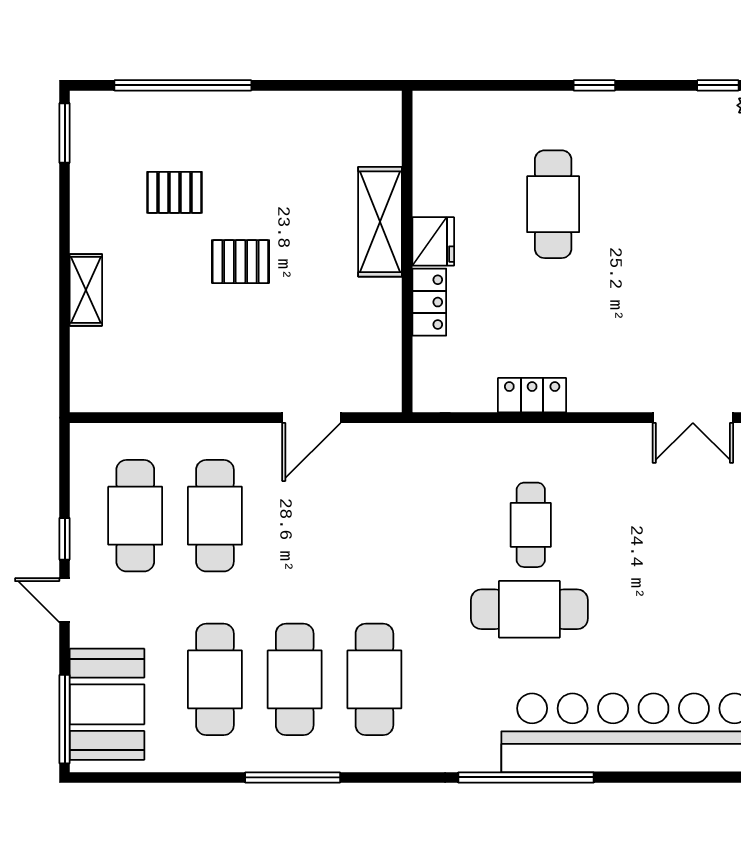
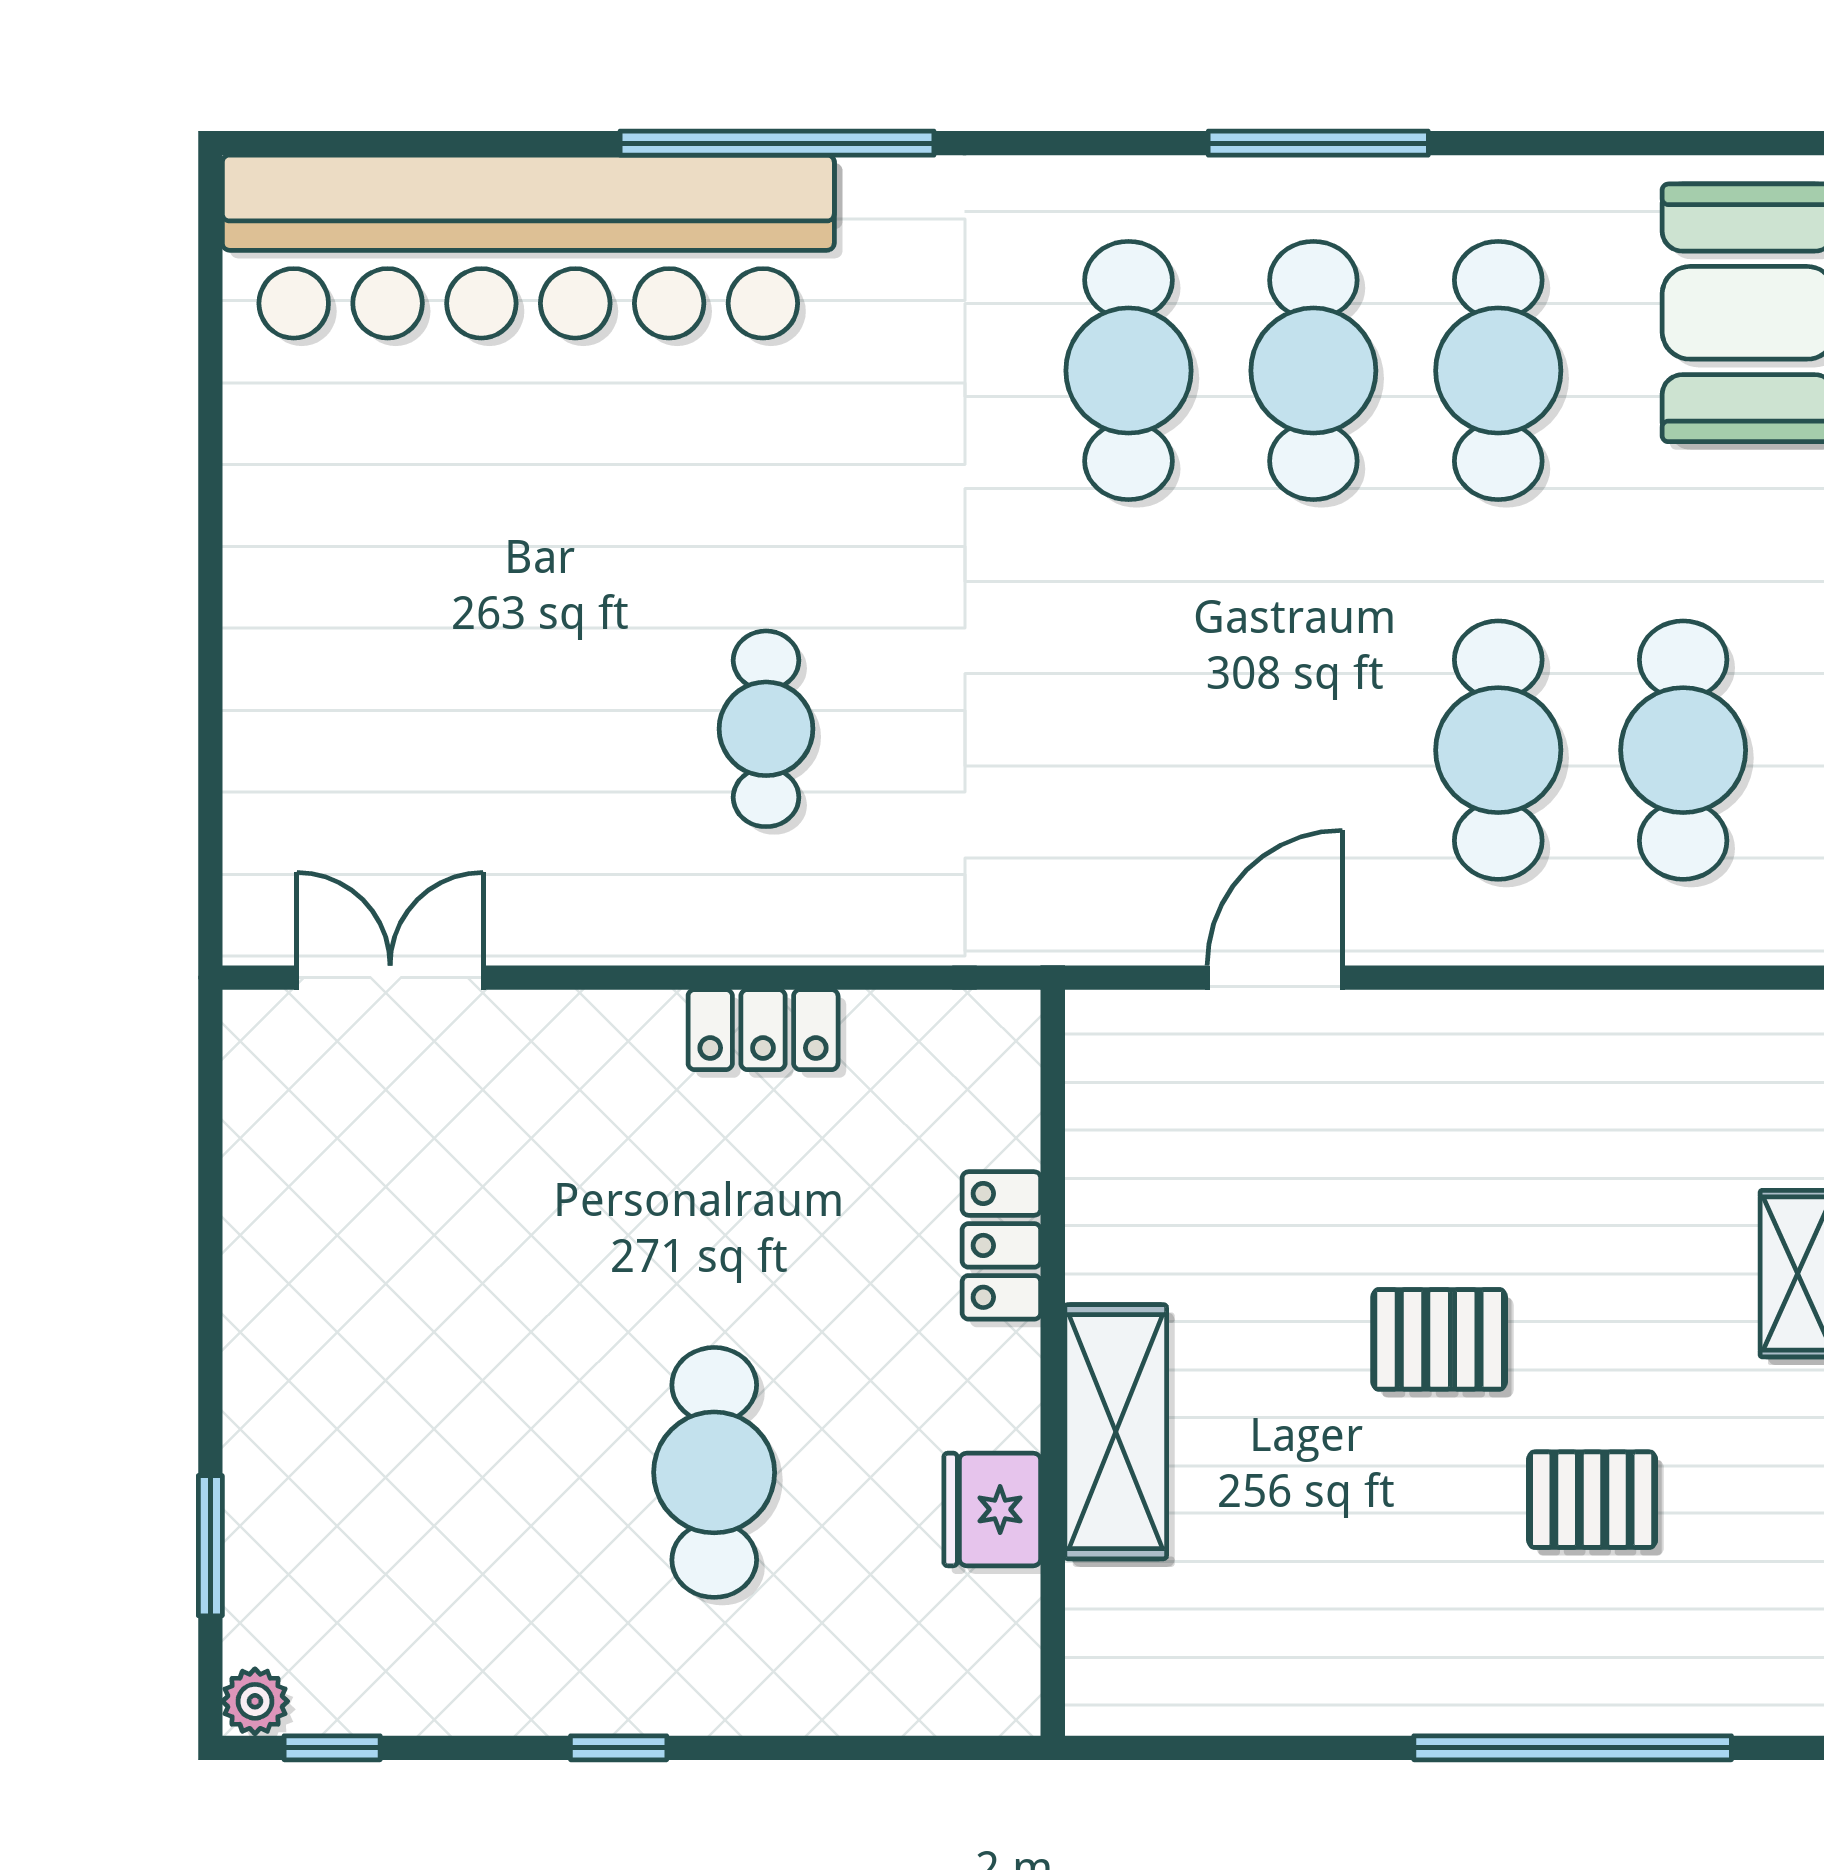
fridge: (433, 241) -> (992, 1509), moved
cafe table: (529, 609) -> (769, 533), removed

